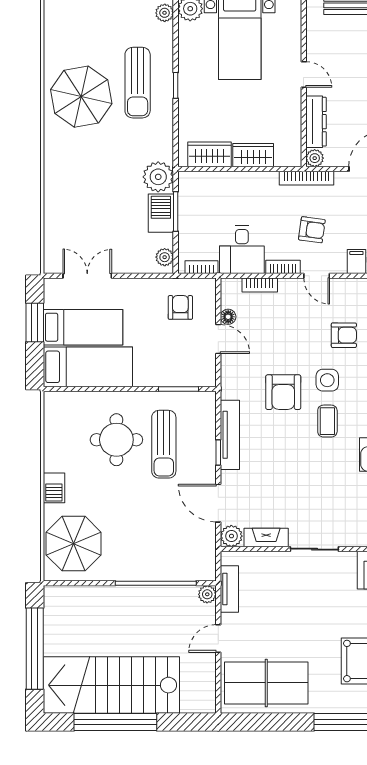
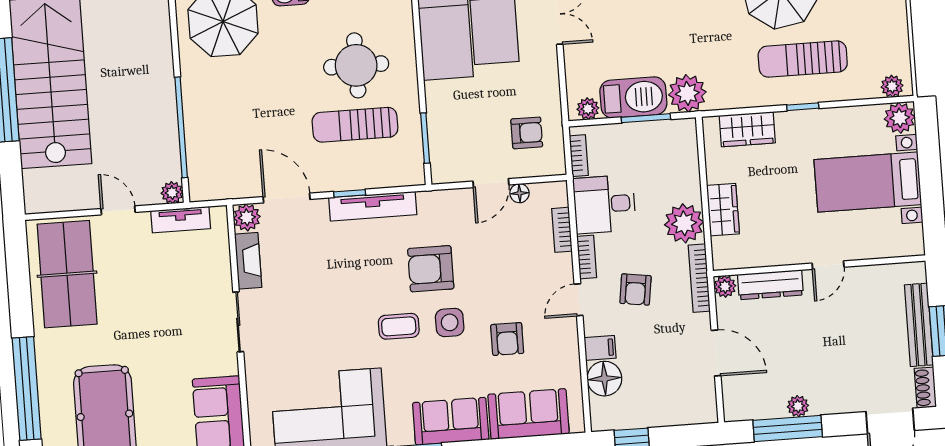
wardrobe: (210, 154) -> (747, 129), moved, turned 90
plant: (262, 187) -> (684, 223), added
barbecue: (161, 213) -> (633, 97), width x1.37, depth x1.21
door: (218, 503) -> (287, 198), hinge flipped

